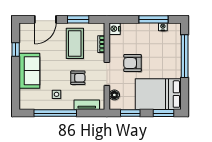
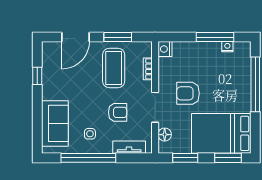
sofa: (29, 71) -> (55, 123), moved

